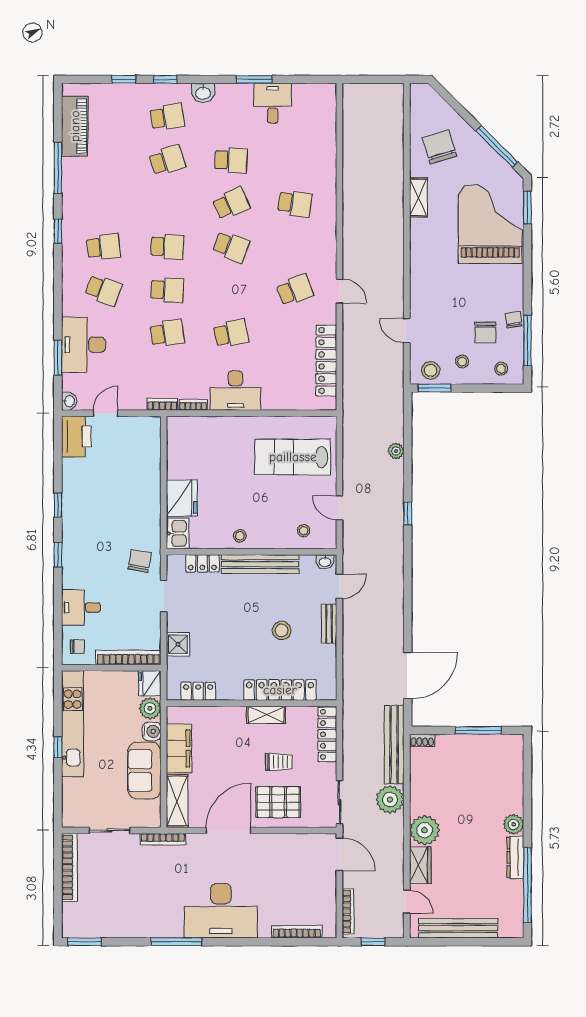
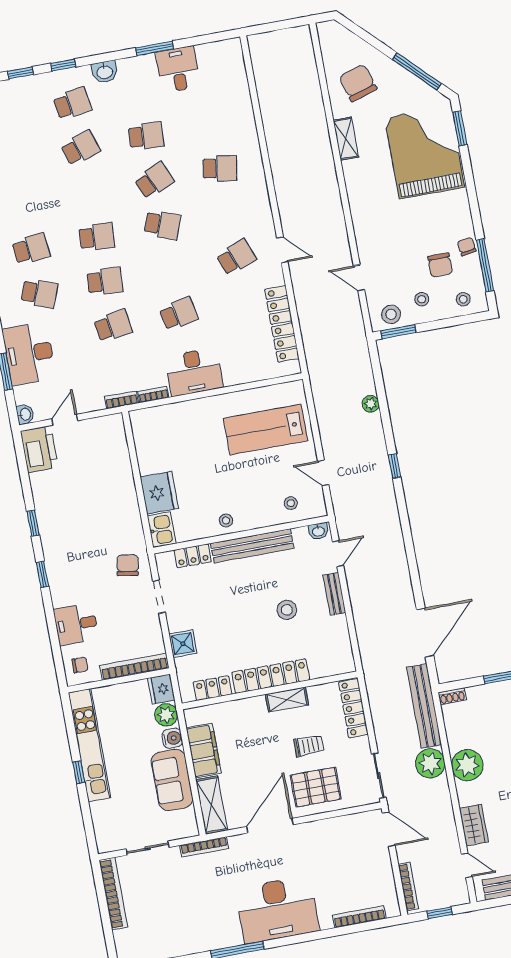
locker: (280, 690) -> (271, 676), moved
plant: (425, 830) -> (467, 765), moved

